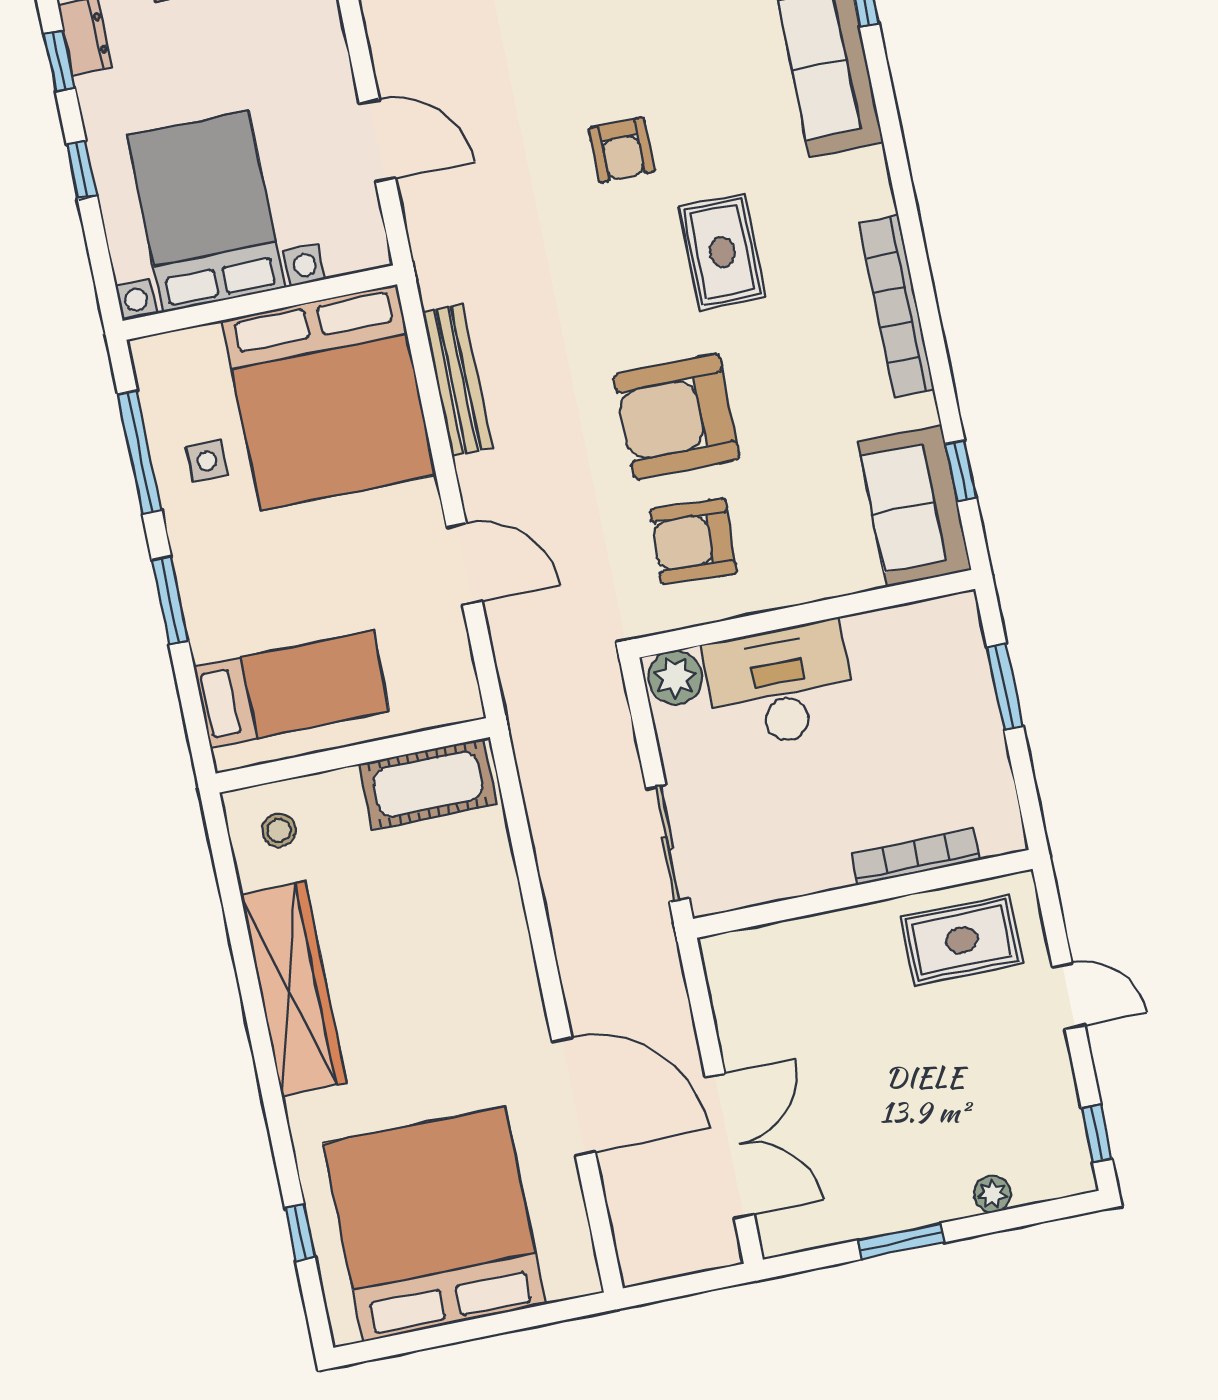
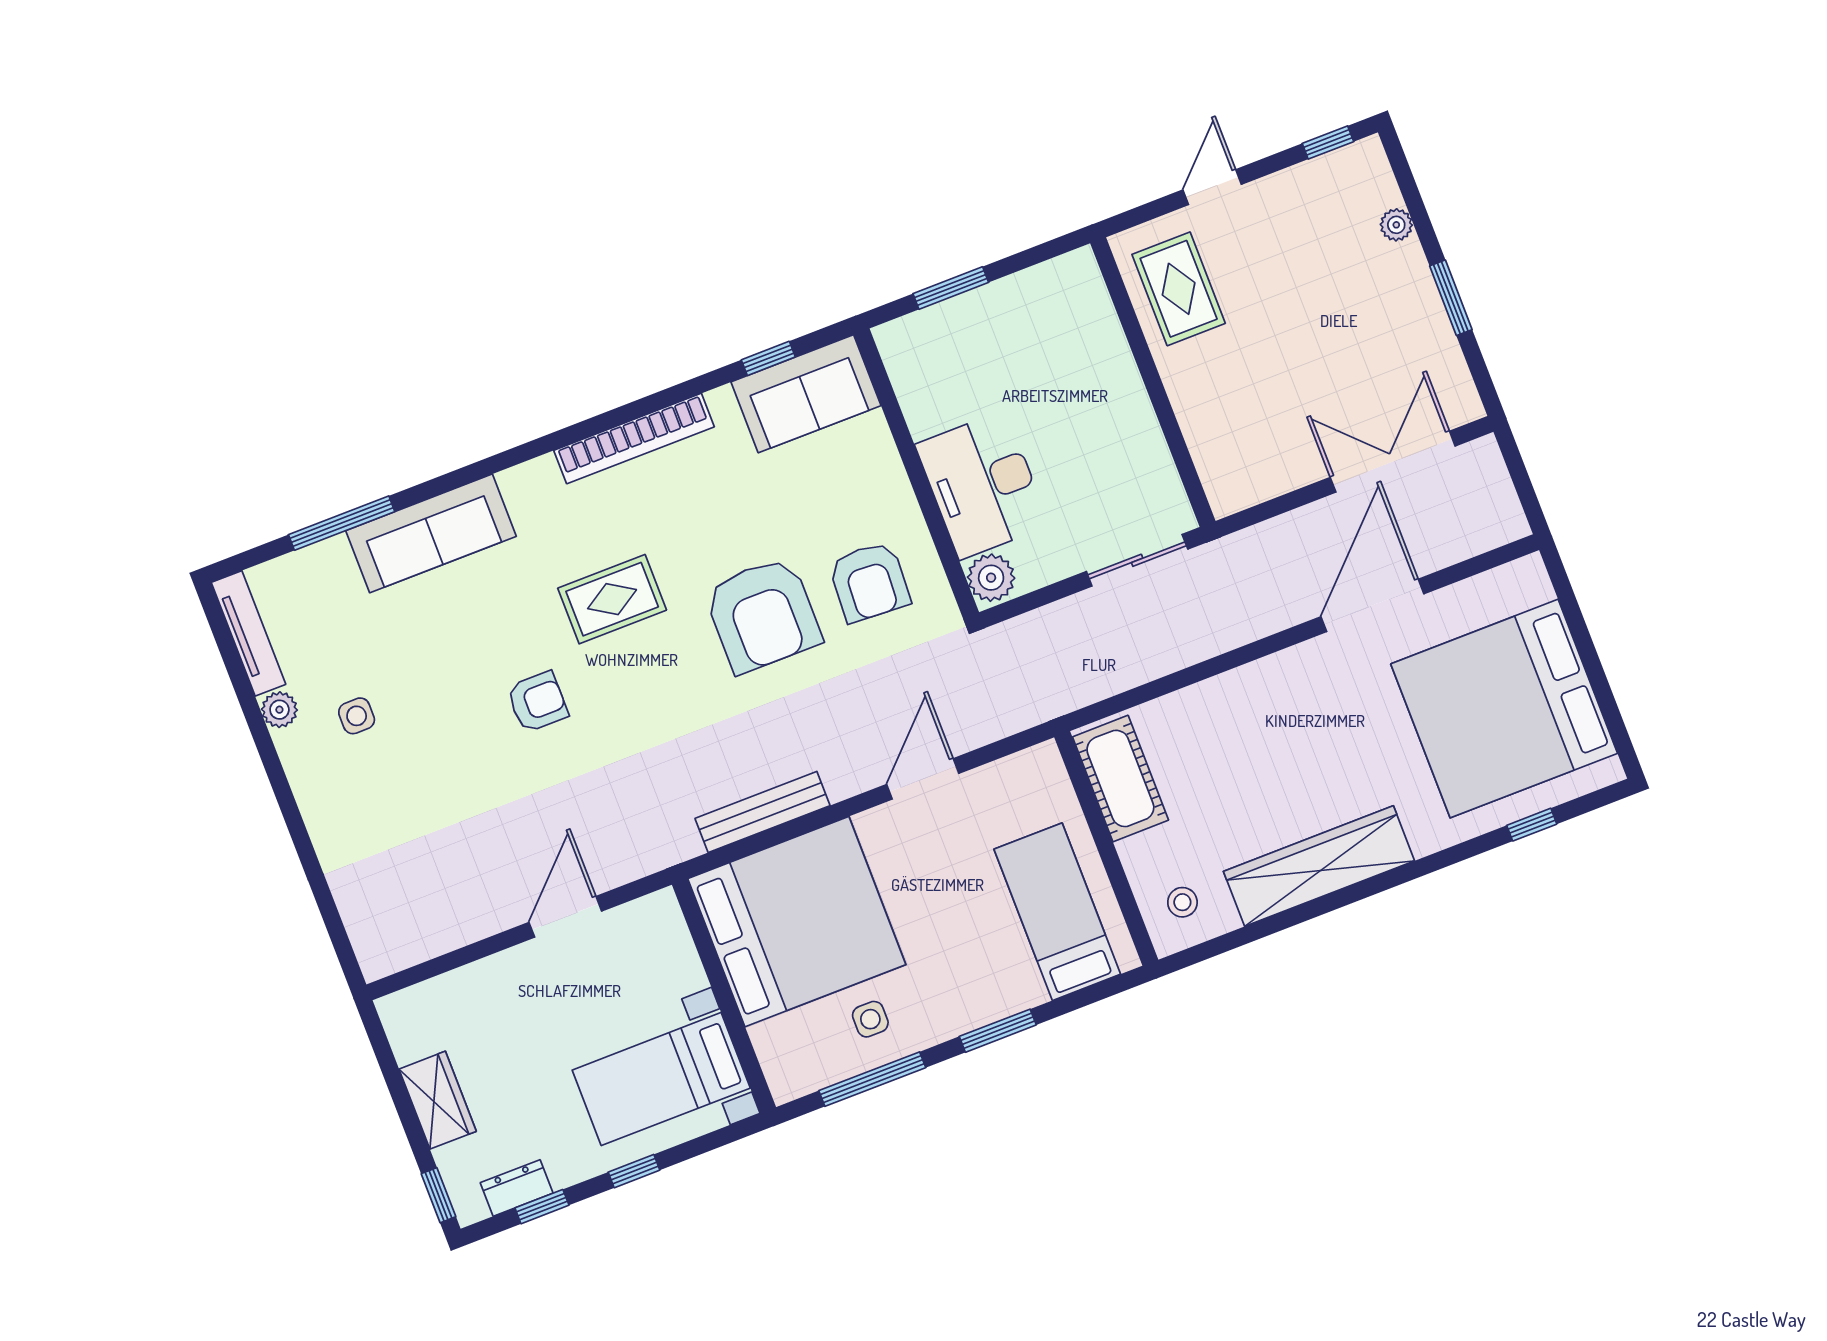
bed with nightstands: (206, 212) -> (661, 1079), width x0.73
bookcase: (916, 857) -> (1113, 341), removed

